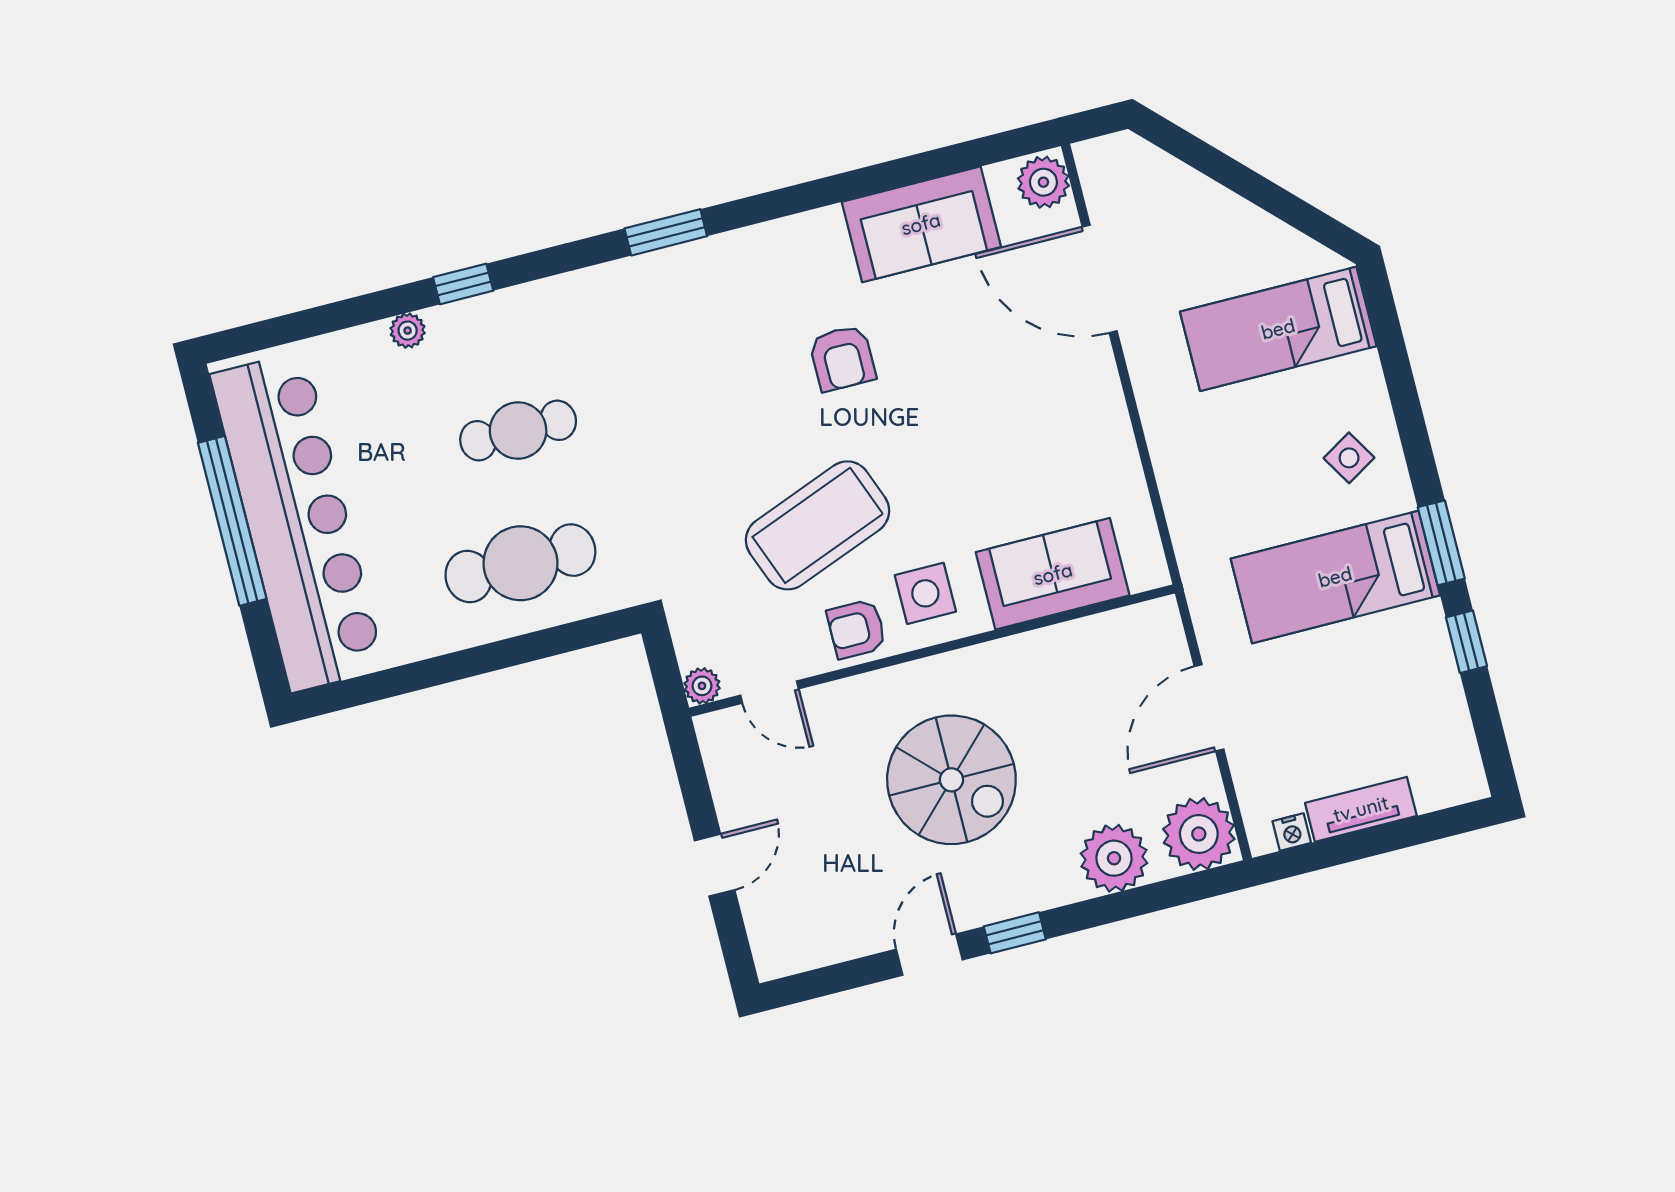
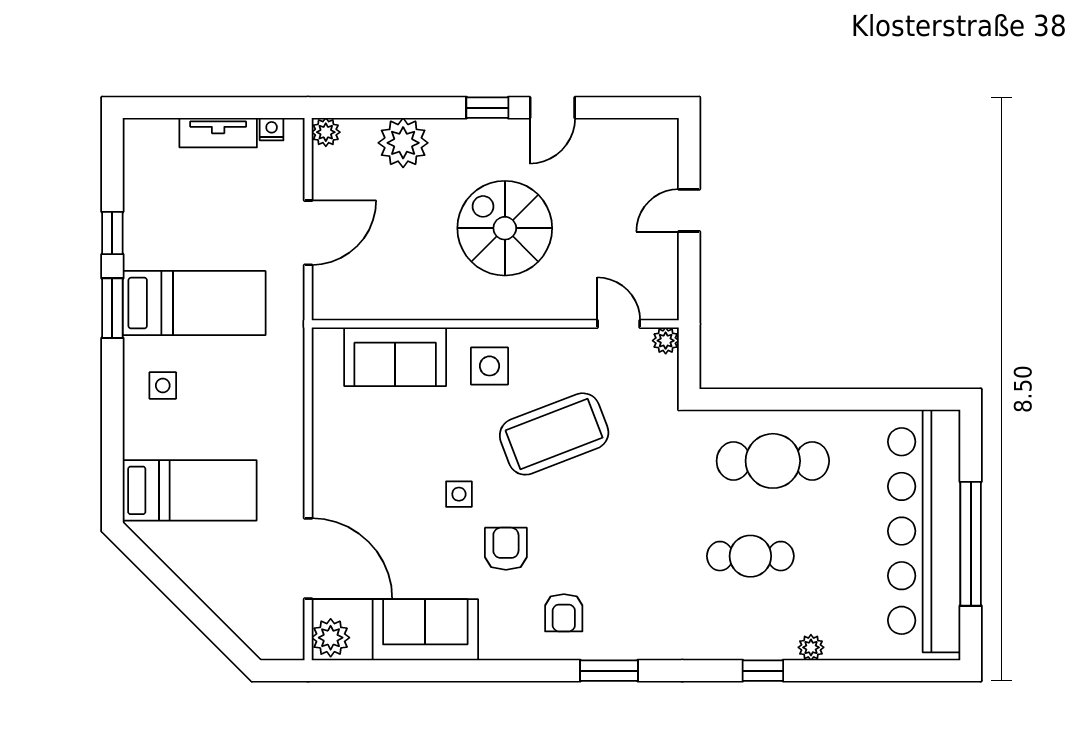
side table: (923, 414) -> (459, 494), added
side table: (1349, 458) -> (163, 386), turned 31
armchair: (857, 629) -> (564, 613), moved, turned 90
plant: (1199, 834) -> (326, 132), width x0.53, depth x0.53

